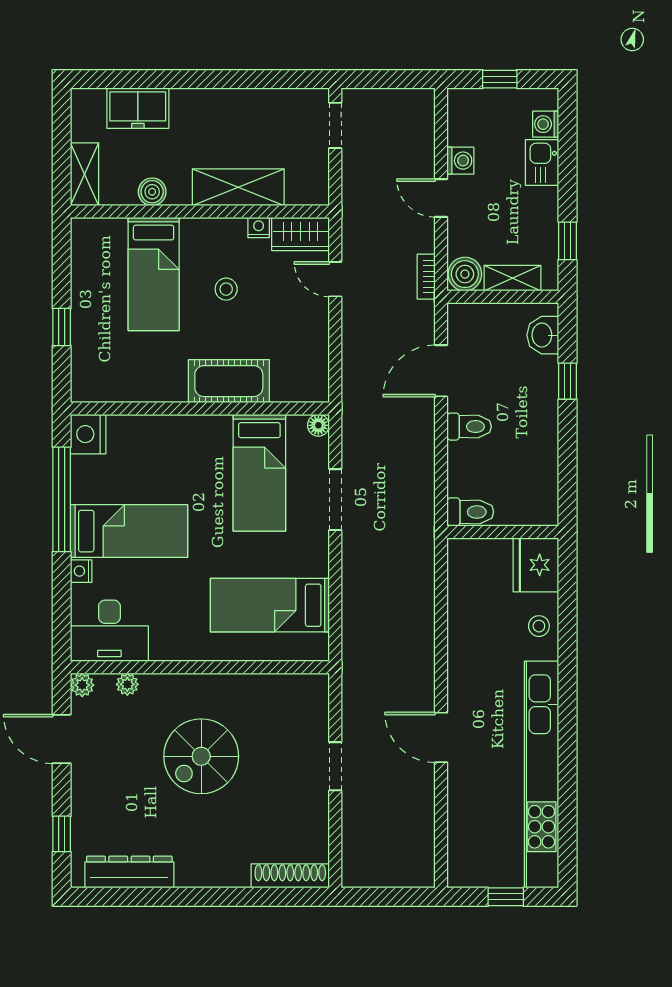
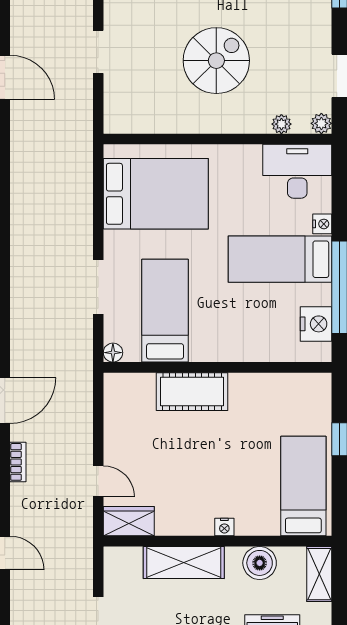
boiler: (152, 192) -> (260, 563), width x1.36, depth x1.36
nightstand: (259, 227) -> (224, 527), moved
bed: (154, 274) -> (303, 486), moved
bookcase: (426, 277) -> (18, 462), moved
stool: (226, 289) -> (194, 473), removed
nightstand: (88, 434) -> (316, 324), moved
bed: (270, 605) -> (156, 194), width x1.50

